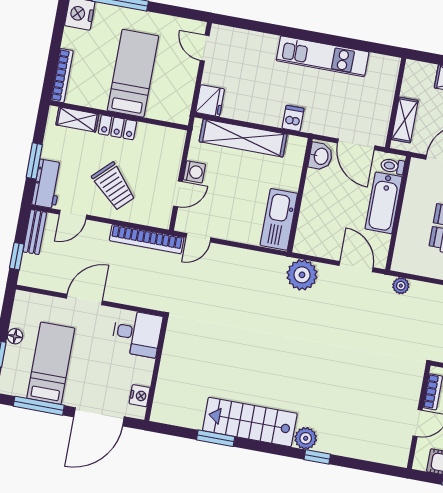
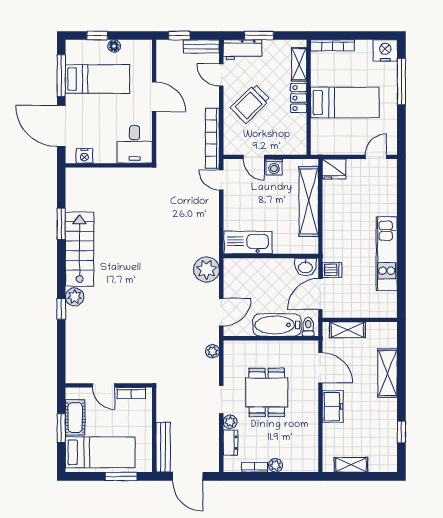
dishwasher: (293, 118) -> (332, 270), moved

